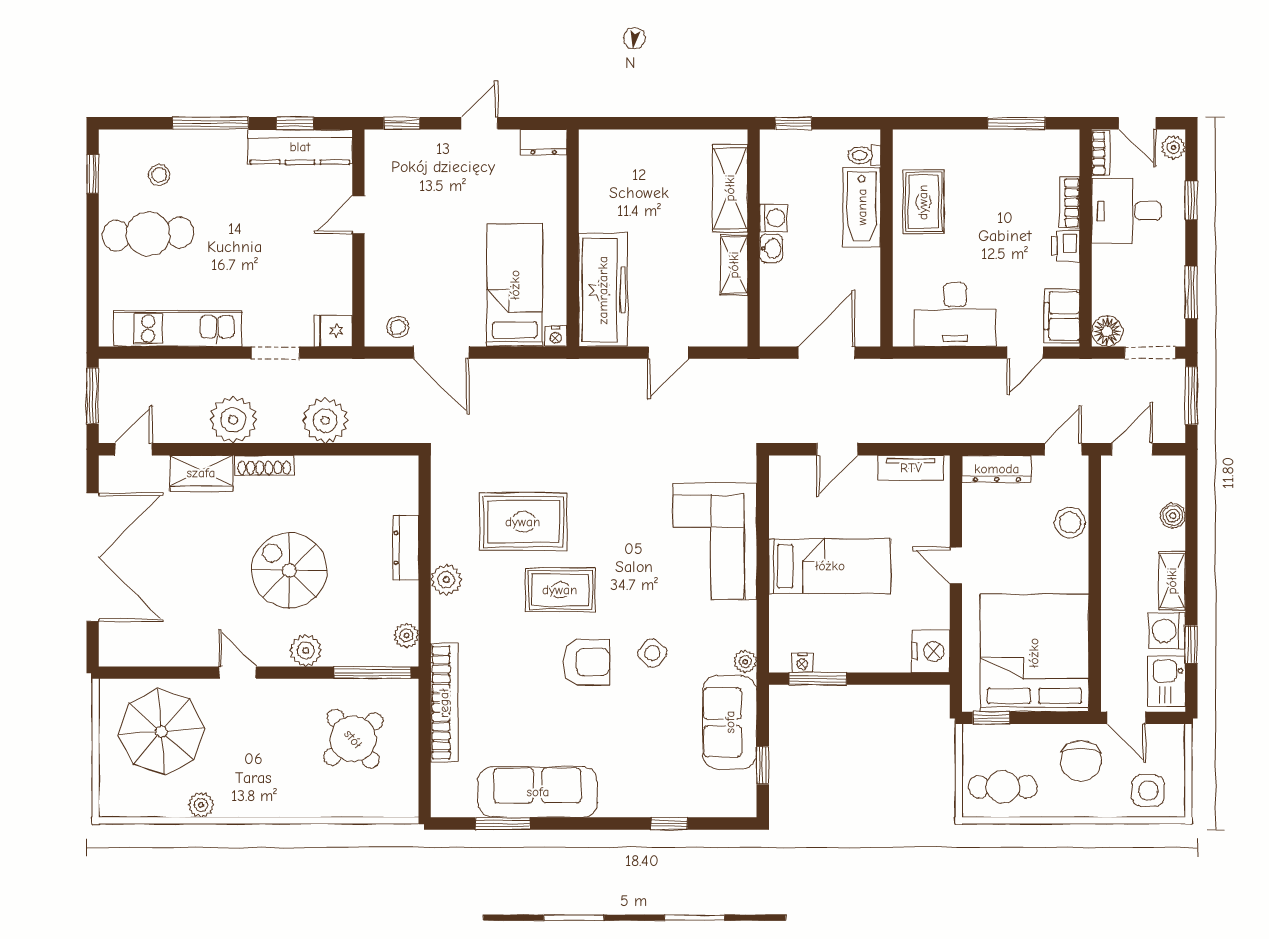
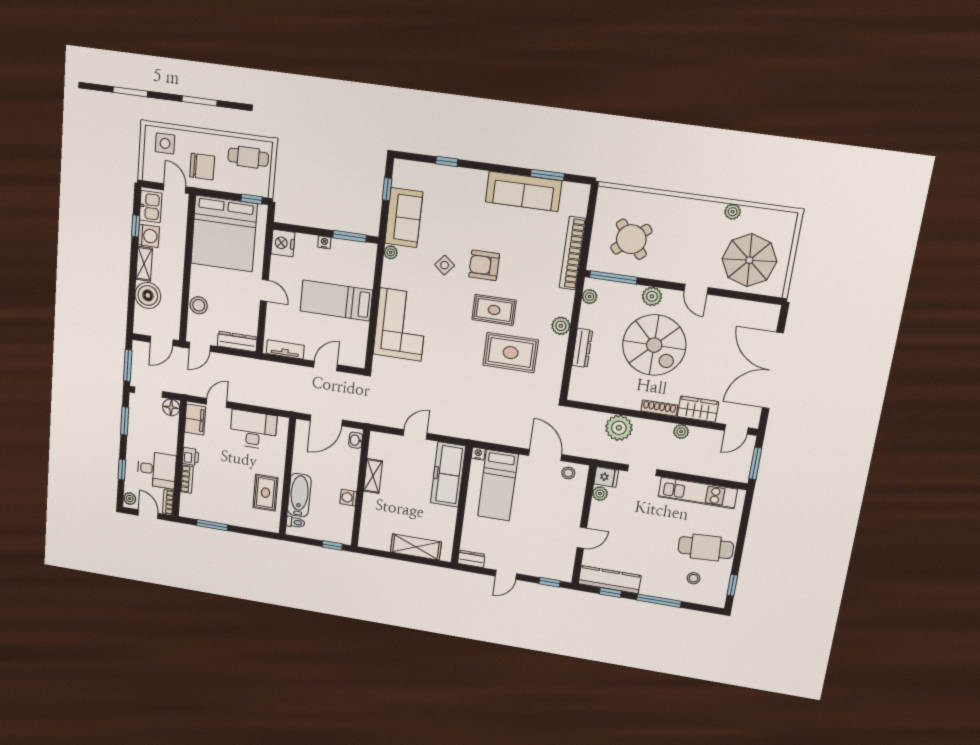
shelving: (730, 188) -> (416, 547), moved, turned 90
washbasin: (771, 248) -> (356, 440), moved
plant: (339, 300) -> (600, 494), added
plant: (233, 420) -> (681, 432), width x0.53, depth x0.53
boiler: (1173, 516) -> (148, 295), width x1.86, depth x1.86
spiral stairs: (289, 570) -> (654, 345), width x1.37, depth x1.37
nightstand: (802, 663) -> (324, 242), moved
chair: (1081, 761) -> (202, 167), turned 90

